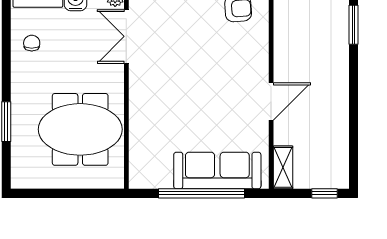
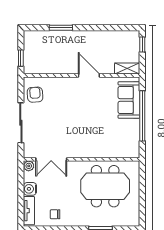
window: (353, 25) -> (61, 28), moved
meeting table: (80, 129) -> (105, 186), turned 90
sofa: (217, 170) -> (129, 100), width x0.73

